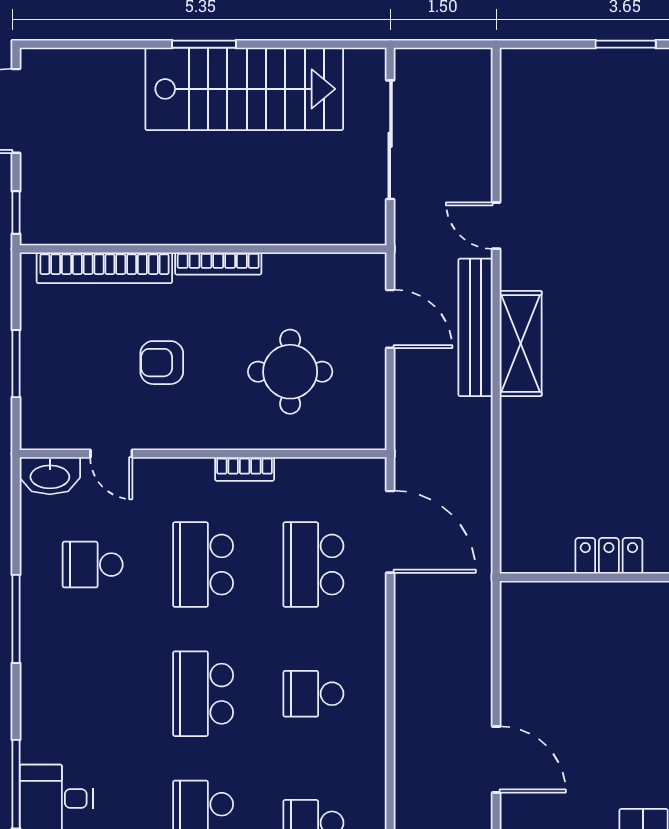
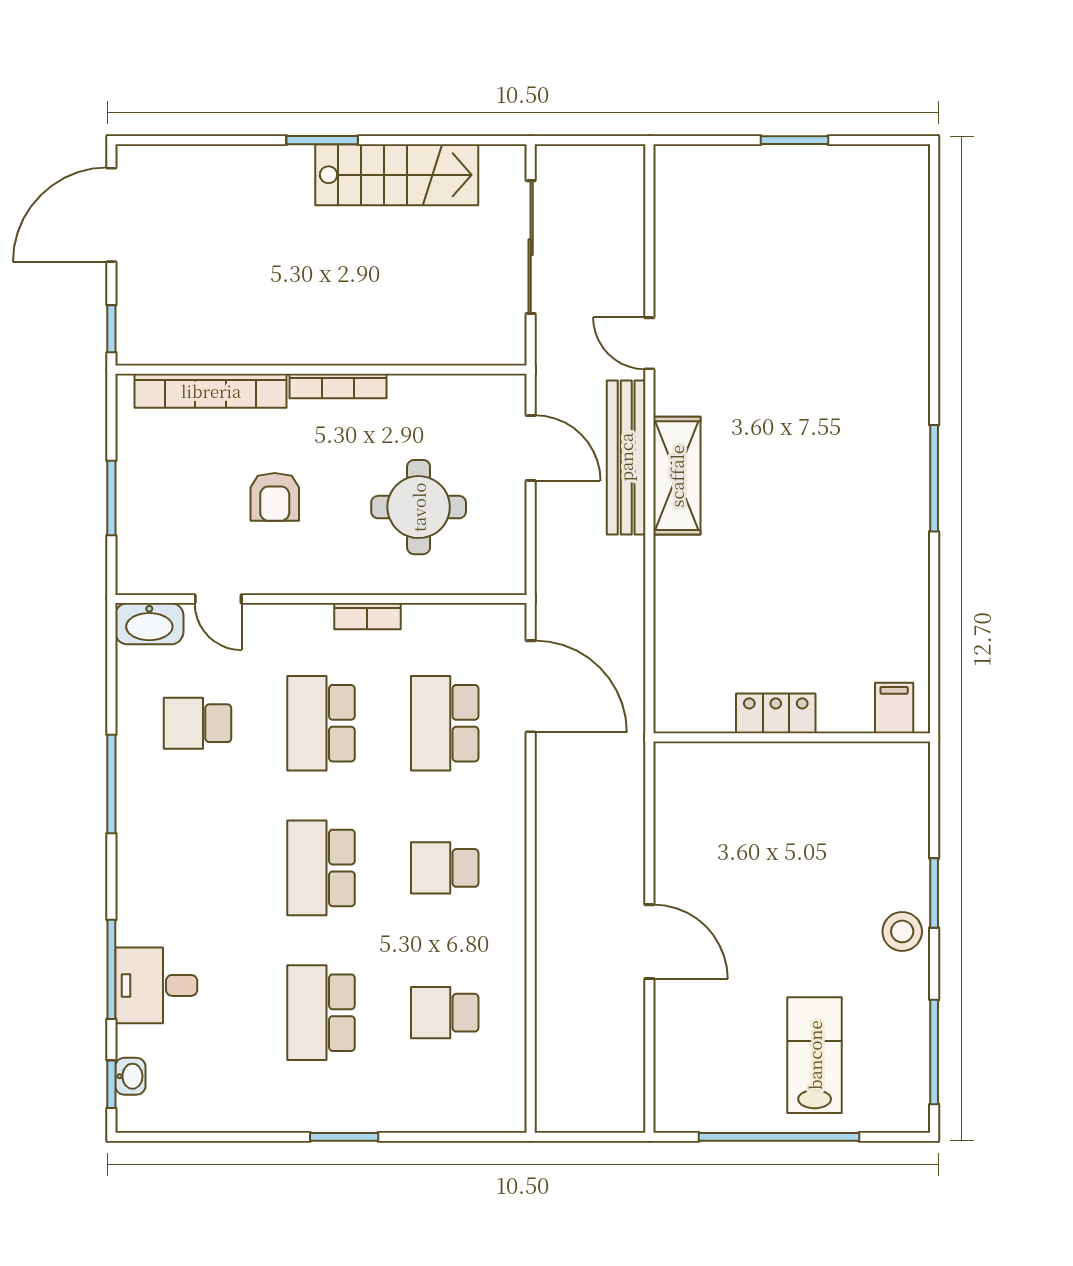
stairs: (244, 89) -> (397, 175), width x0.73, depth x0.66
armchair: (162, 363) -> (275, 497), turned -90

